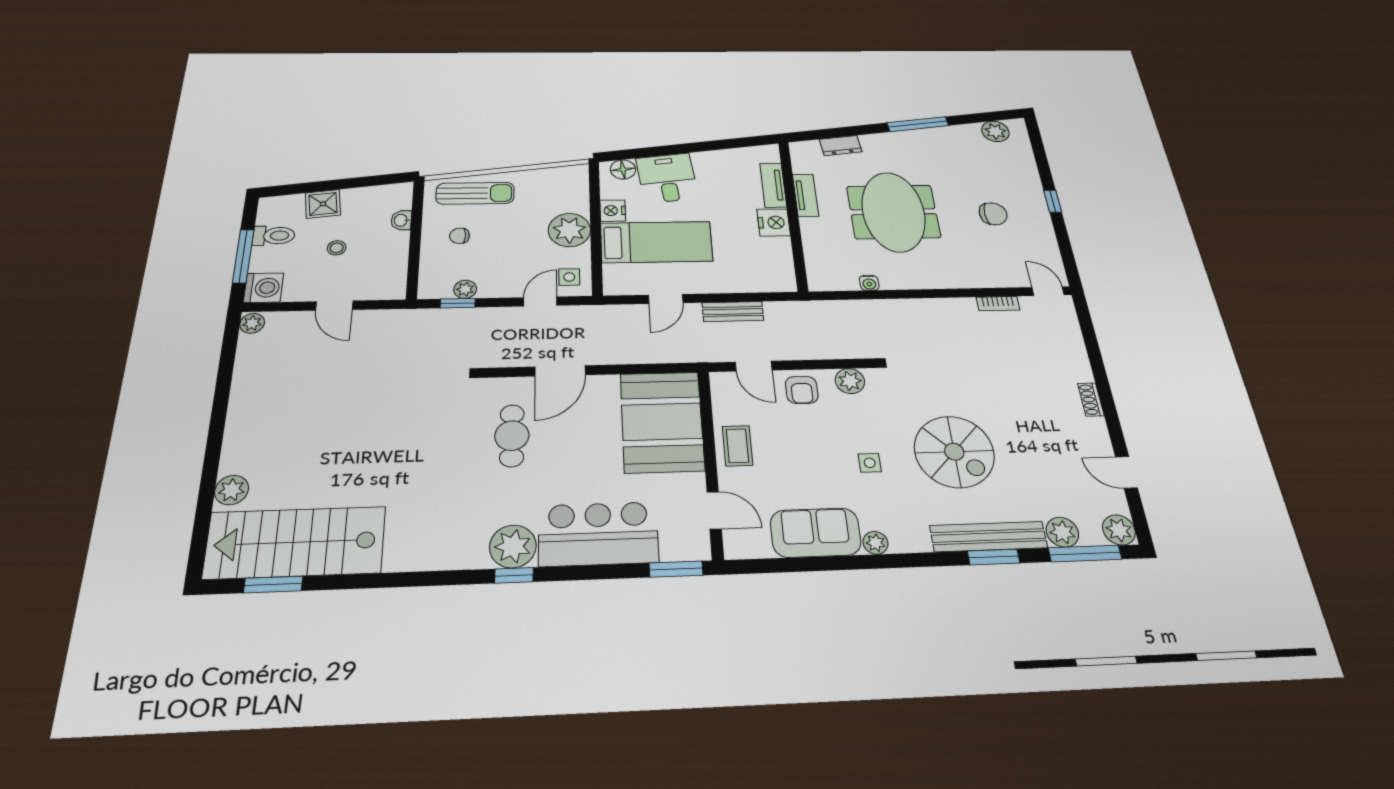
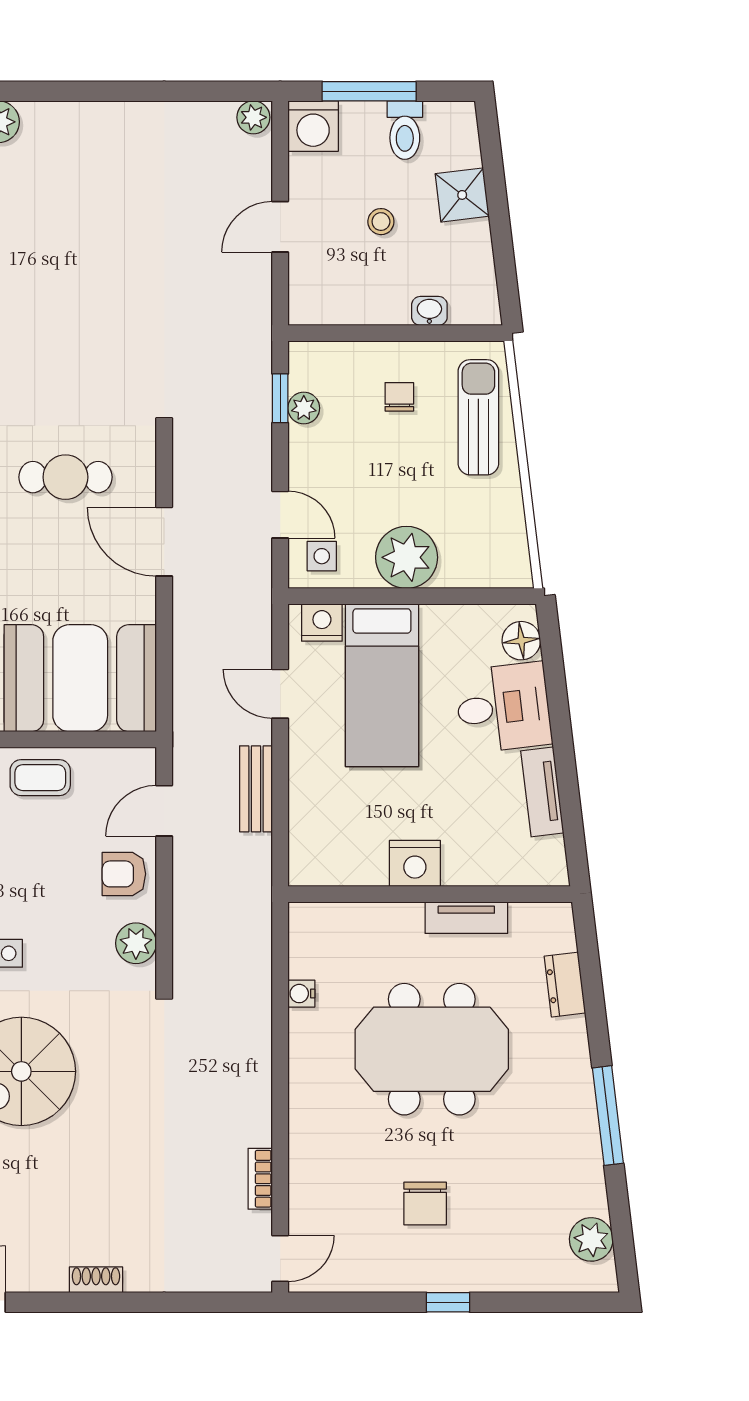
tv unit: (773, 185) -> (542, 792), moved, turned -97
sun lounger: (475, 193) -> (478, 417), turned 180
nightstand: (613, 211) -> (322, 623), moved

